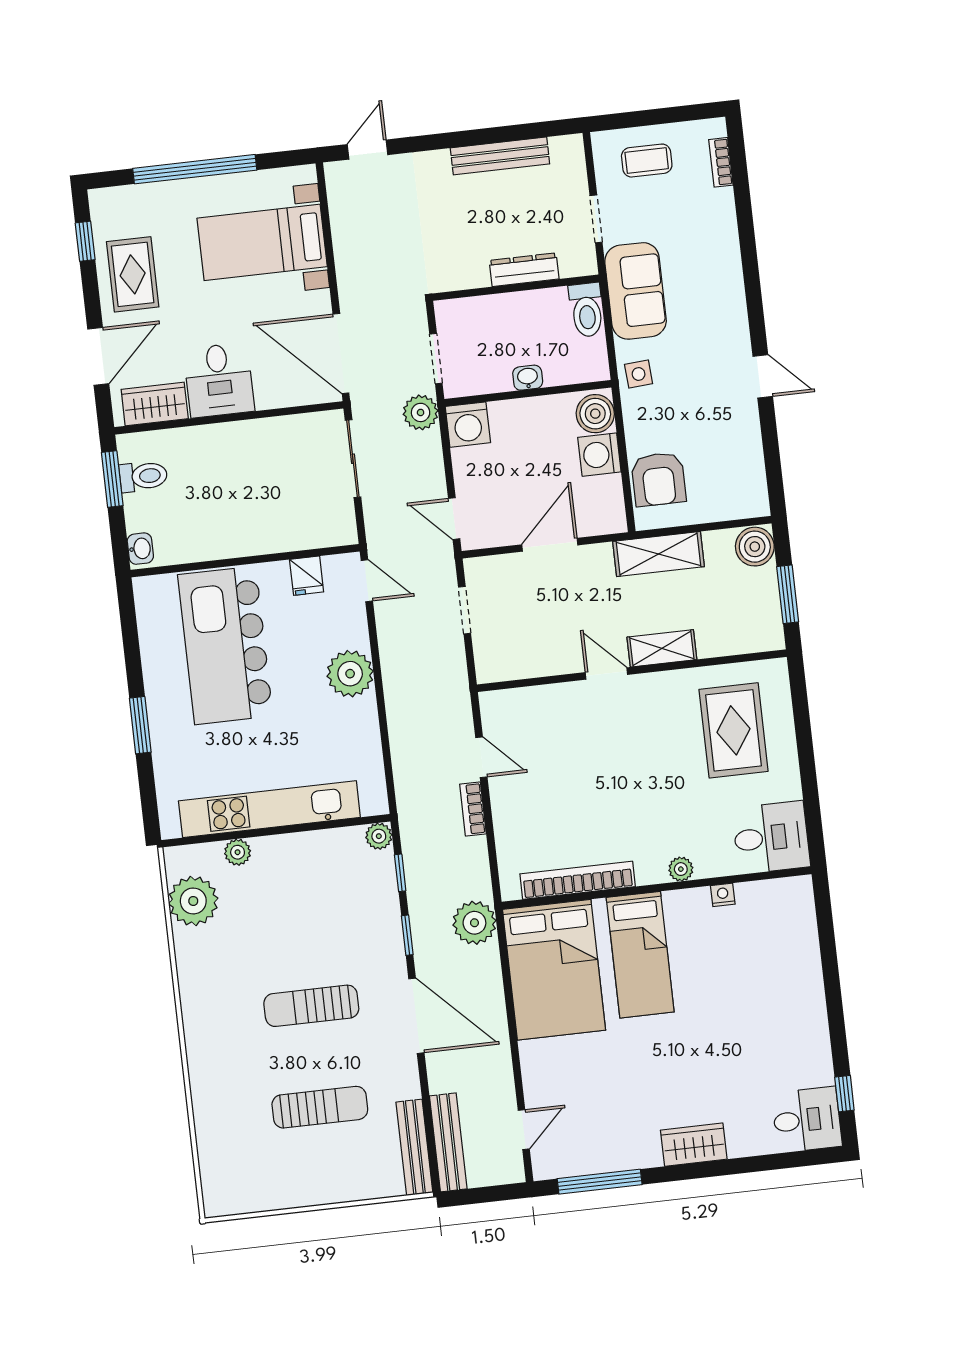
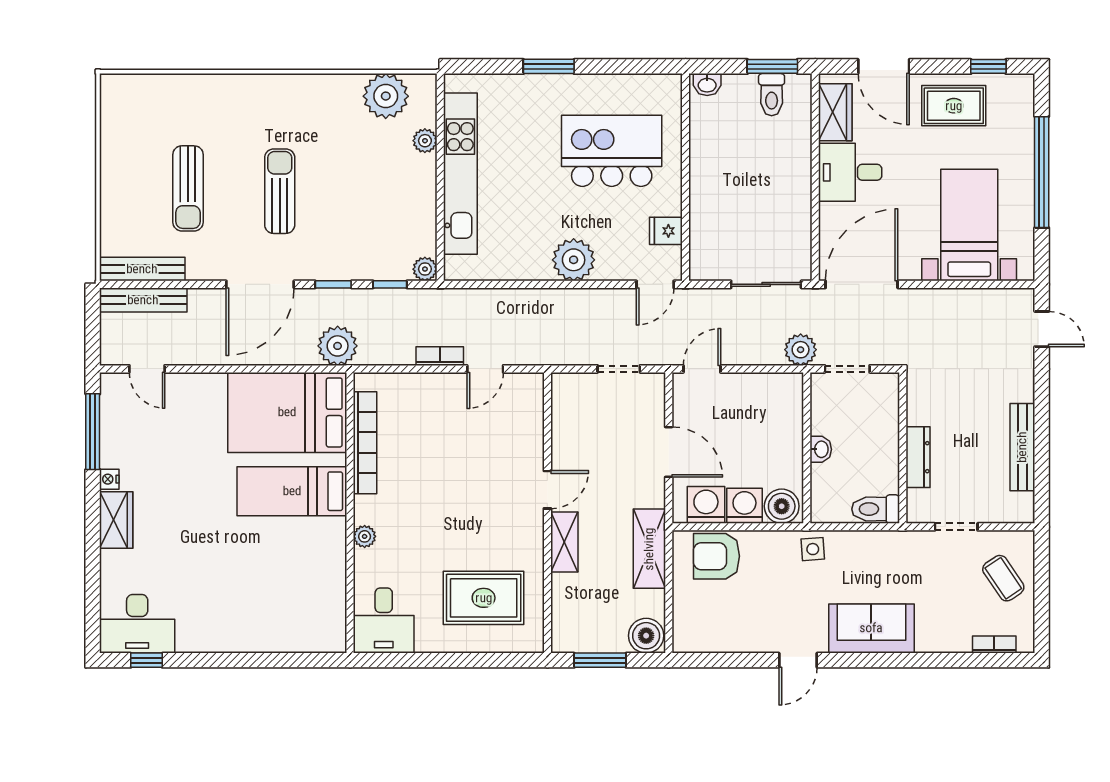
coffee table: (647, 161) -> (1003, 578), turned -34
sofa: (636, 291) -> (871, 628), moved, turned 180
washing machine: (468, 425) -> (706, 505), moved, turned 90
kitchen island: (225, 645) -> (612, 151), width x0.73
nightstand: (723, 895) -> (109, 479), moved, turned 180
desk: (807, 1120) -> (137, 624), width x1.37

